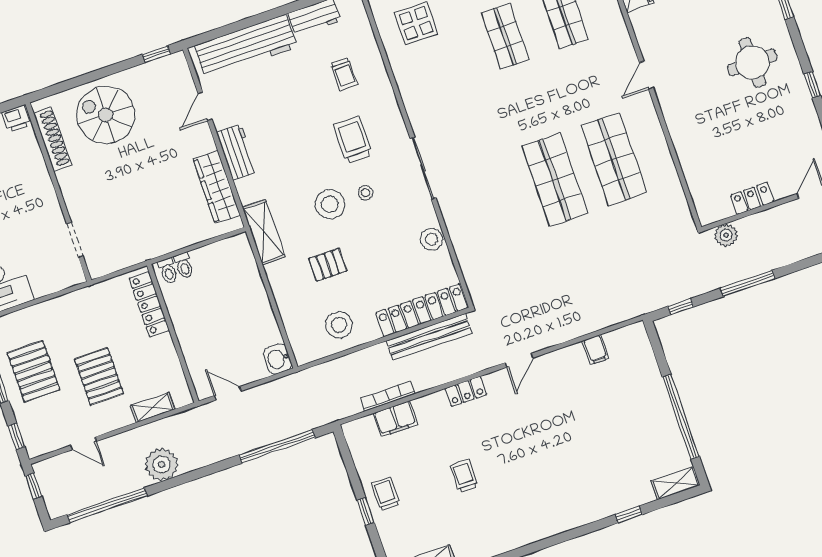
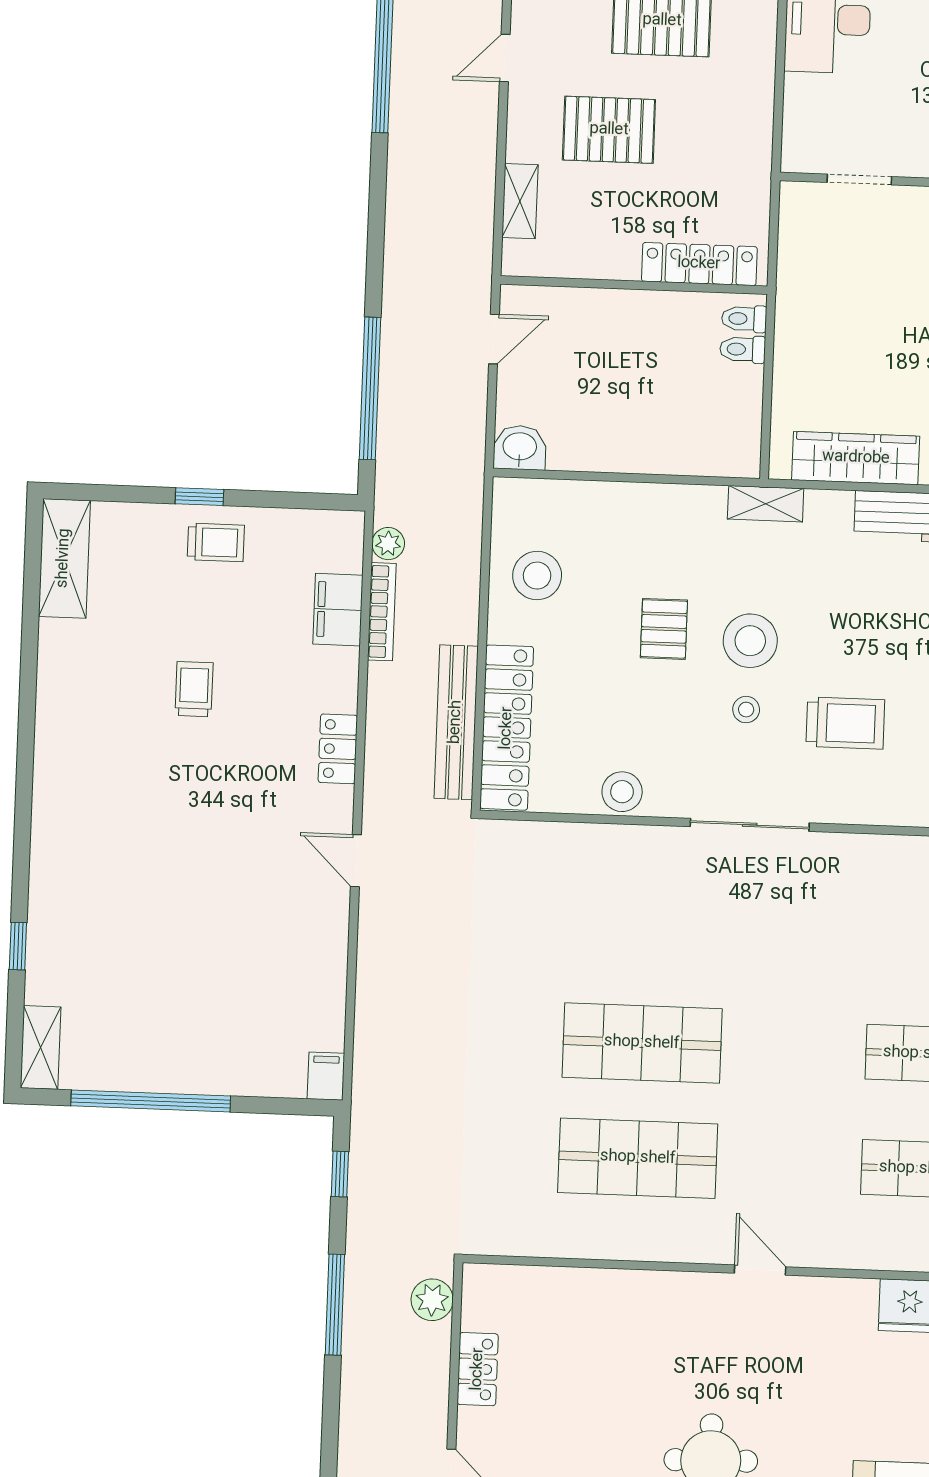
shelving: (264, 232) -> (766, 504), width x0.67, depth x0.75
pallet: (328, 265) -> (664, 629), moved
filing cabinet: (596, 350) -> (326, 1076), moved, turned 90
plant: (162, 464) -> (388, 544), moved, width x0.53, depth x0.53
trolley: (464, 476) -> (194, 689), turned -90

